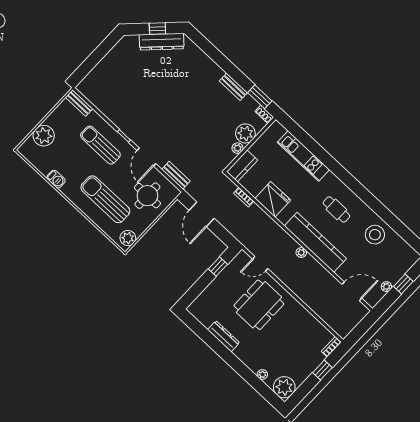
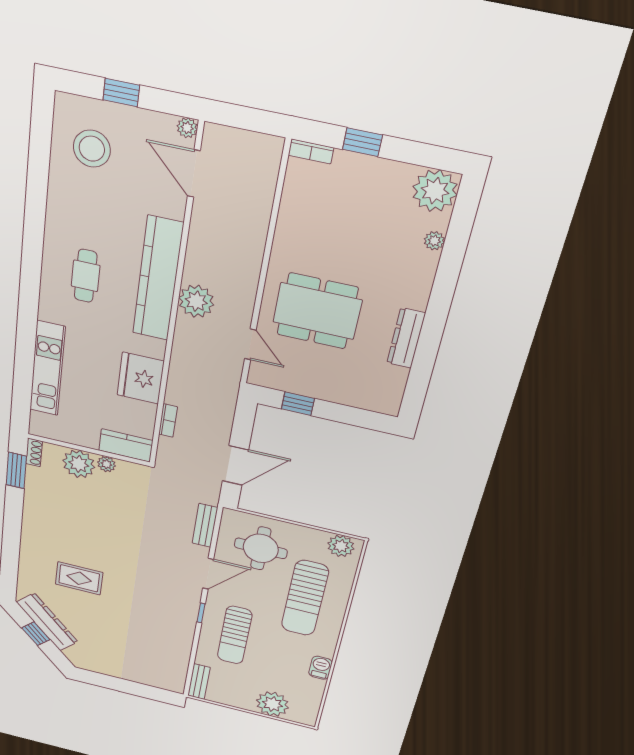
rug: (180, 82) -> (79, 578), added
bench: (233, 87) -> (31, 510), removed
stool: (375, 235) -> (92, 149), moved
plant: (301, 253) -> (196, 301), width x1.87, depth x1.87
plant: (386, 287) -> (187, 128), moved

